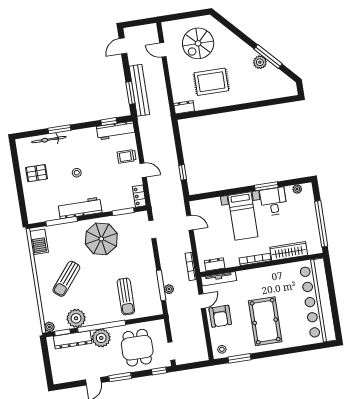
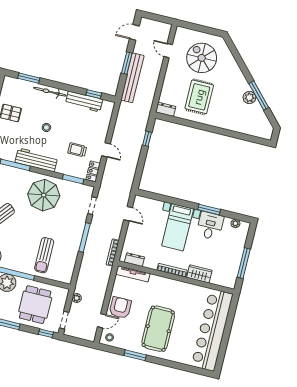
spiral stairs: (198, 43) -> (202, 58), turned 90
rug: (211, 82) -> (199, 97), turned 90
window: (130, 93) -> (127, 63), moved
window: (59, 129) -> (29, 78), moved
workbench: (116, 130) -> (84, 101), moved
bicycle: (49, 140) -> (50, 92), moved
trolley: (127, 156) -> (77, 150), moved
window: (183, 172) -> (147, 139), moved
window: (321, 224) -> (244, 263), width x0.68
wardrobe: (289, 251) -> (199, 274), width x0.67
window: (161, 285) -> (85, 237), moved
plant: (169, 289) -> (77, 298), moved
door: (202, 301) -> (102, 321), moved
armchair: (220, 316) -> (120, 308), turned 180
window: (239, 358) -> (135, 355), moved

